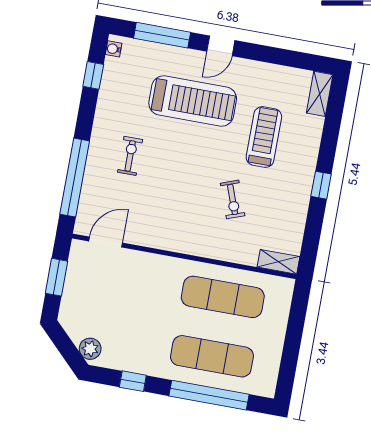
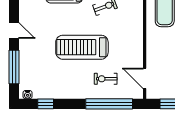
treadmill: (193, 101) -> (82, 47), moved, turned -90
exercise bike: (130, 156) -> (106, 79), moved

